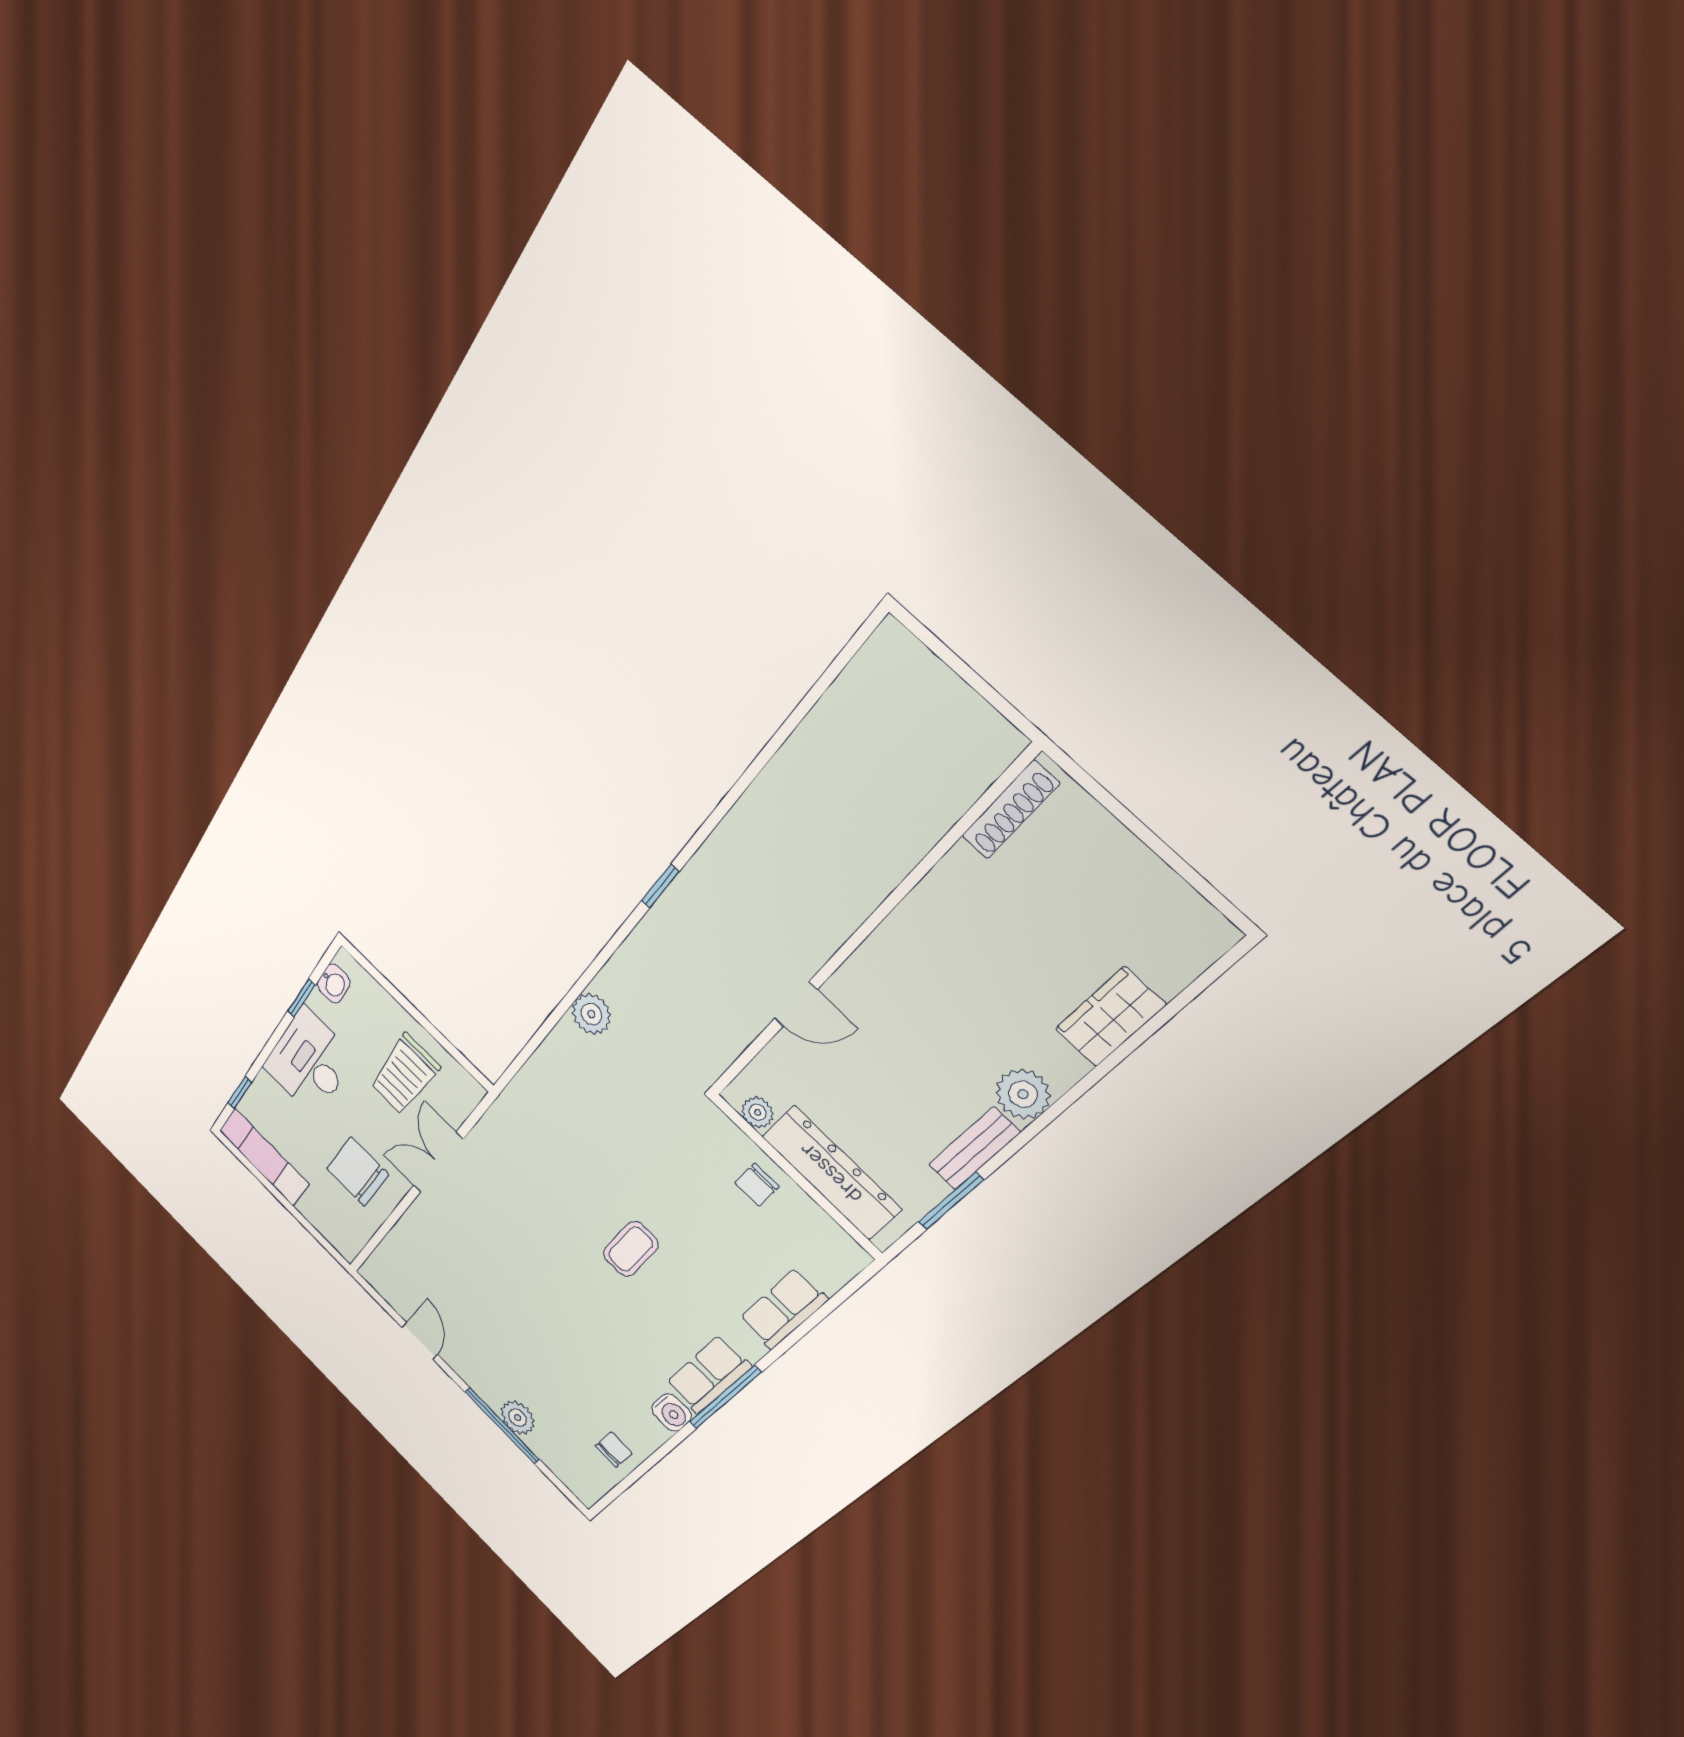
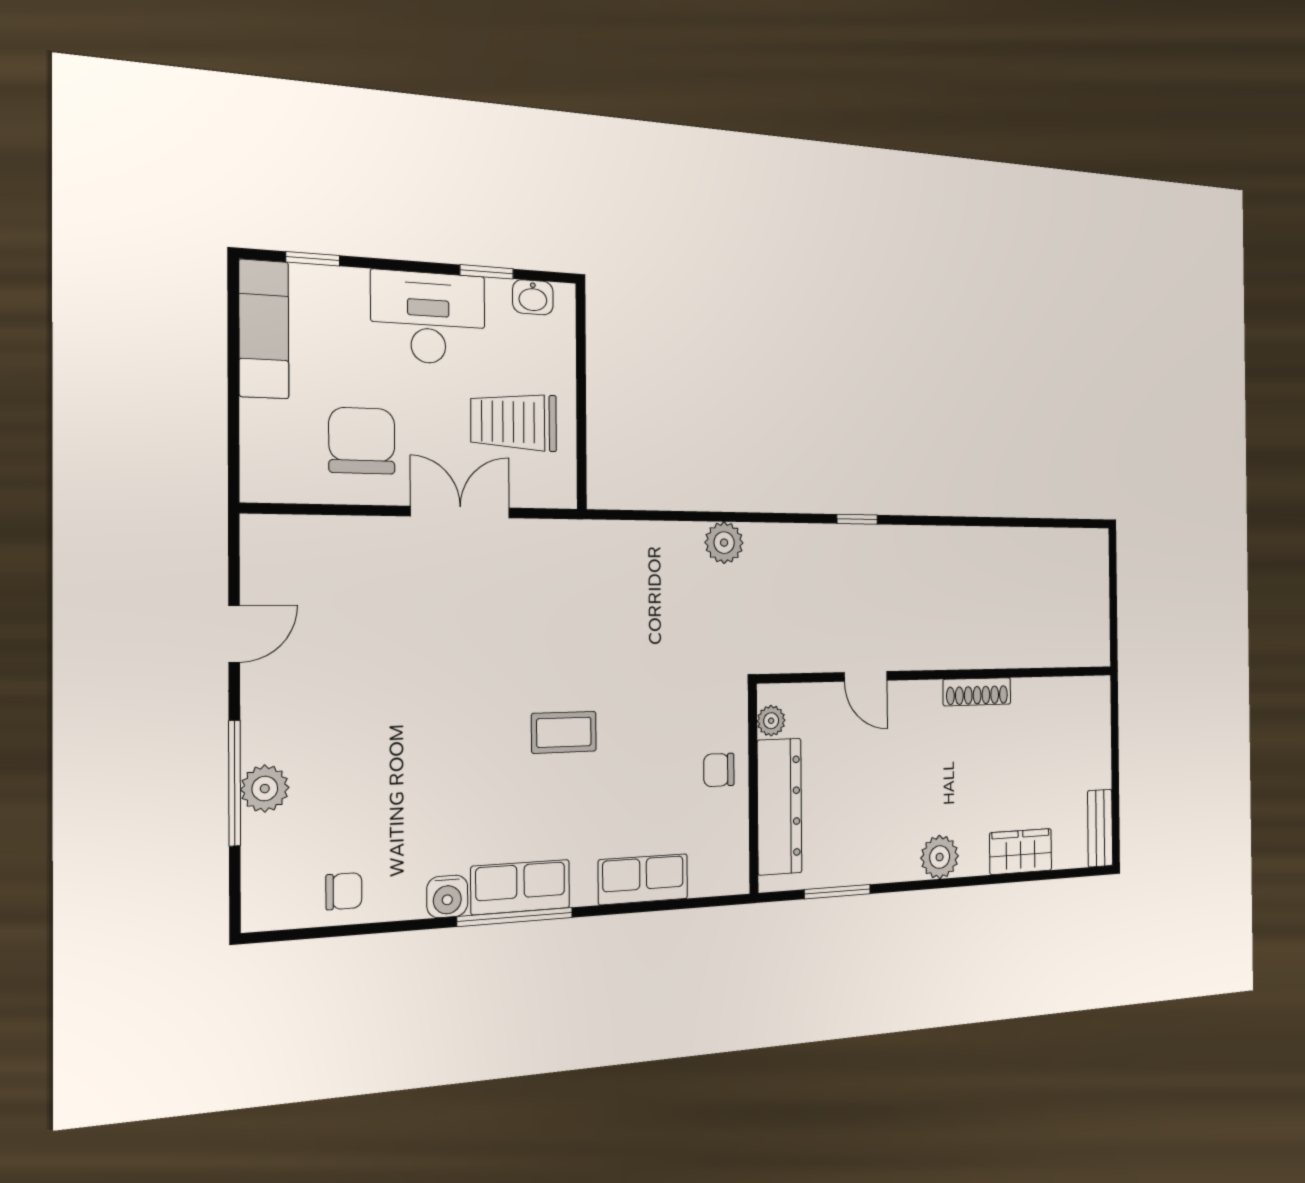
shoe rack: (1010, 810) -> (977, 692), moved
bench: (974, 1149) -> (1100, 828), moved, turned 90

